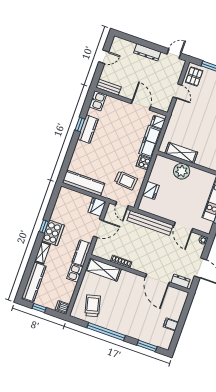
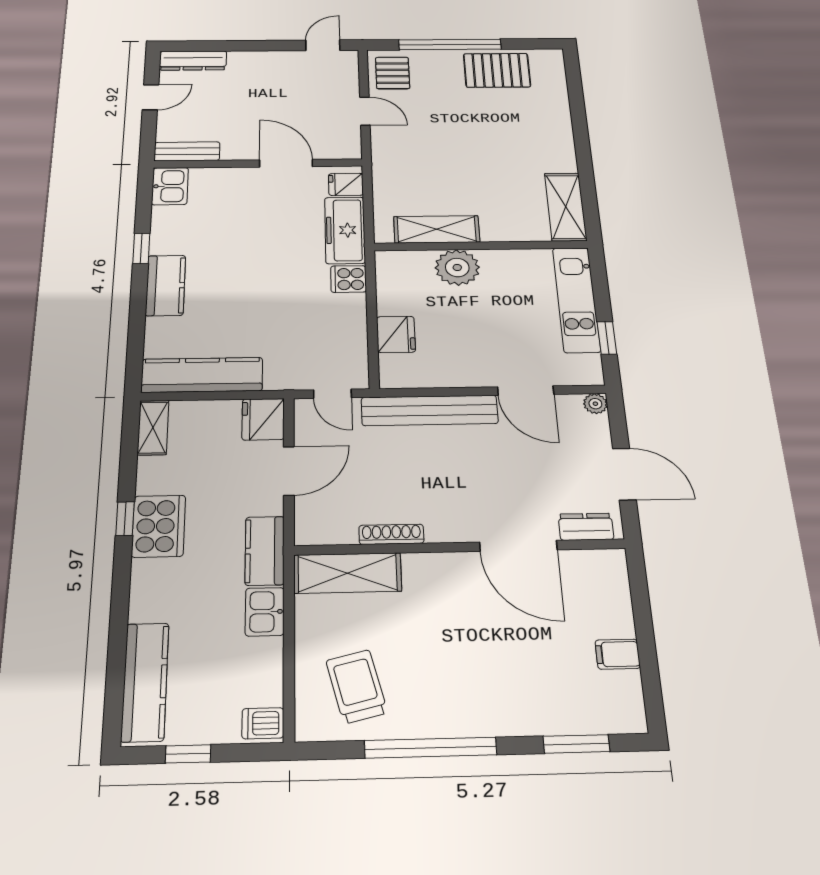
dresser: (147, 52) -> (193, 61), moved
kitchen counter: (88, 129) -> (165, 285), moved
trolley: (126, 180) -> (318, 333), removed
shelving: (42, 253) -> (153, 428), moved

